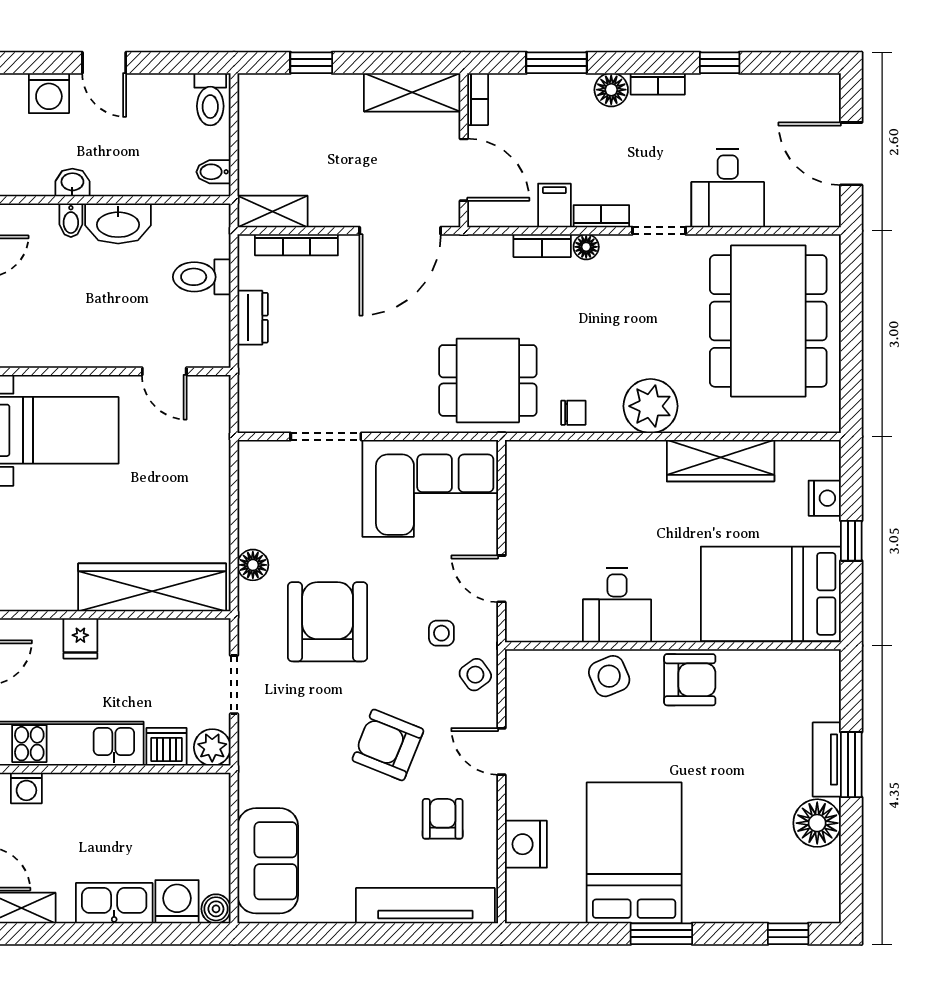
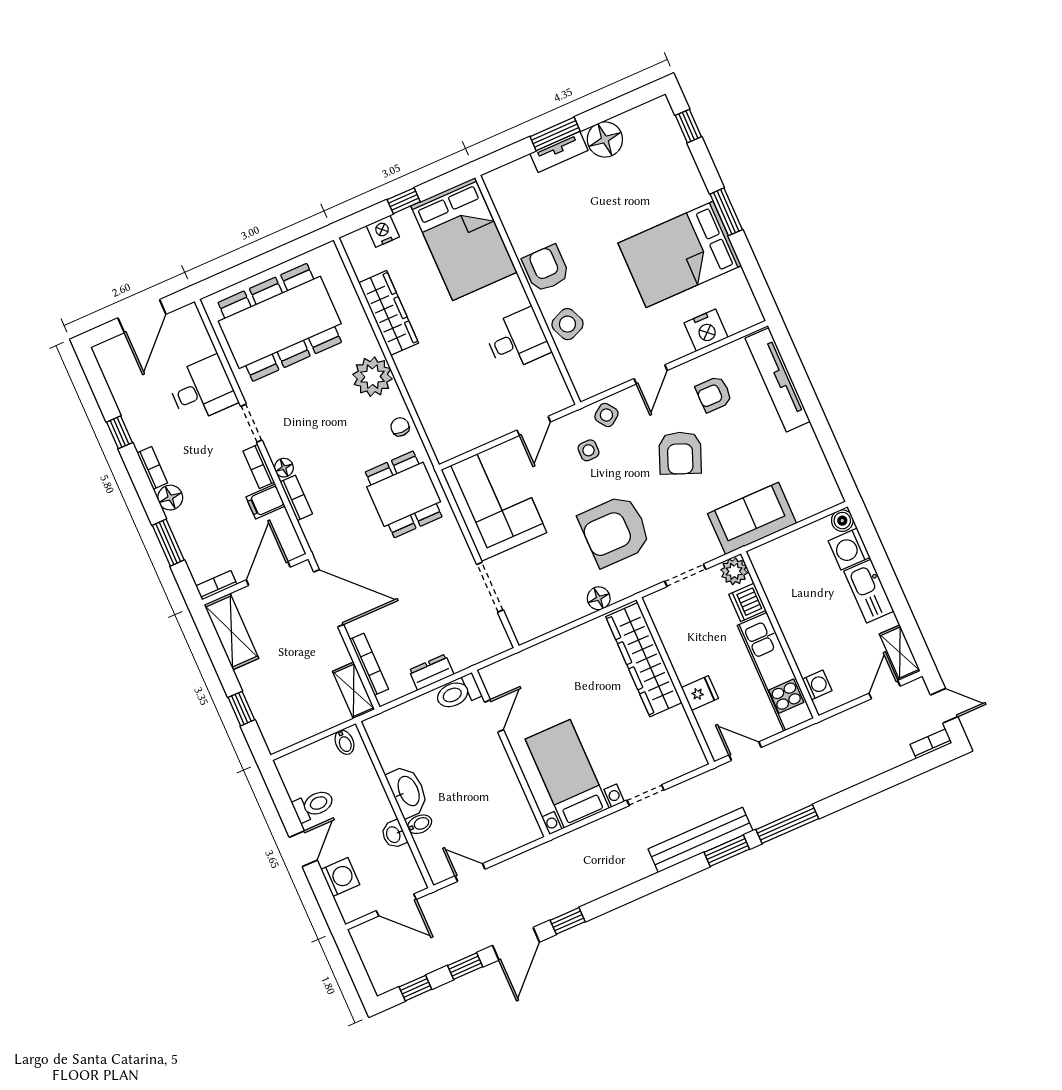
toilet: (210, 99) -> (314, 805), moved
toilet: (202, 277) -> (458, 693), moved, turned 90
sofa: (268, 861) -> (752, 518), moved

